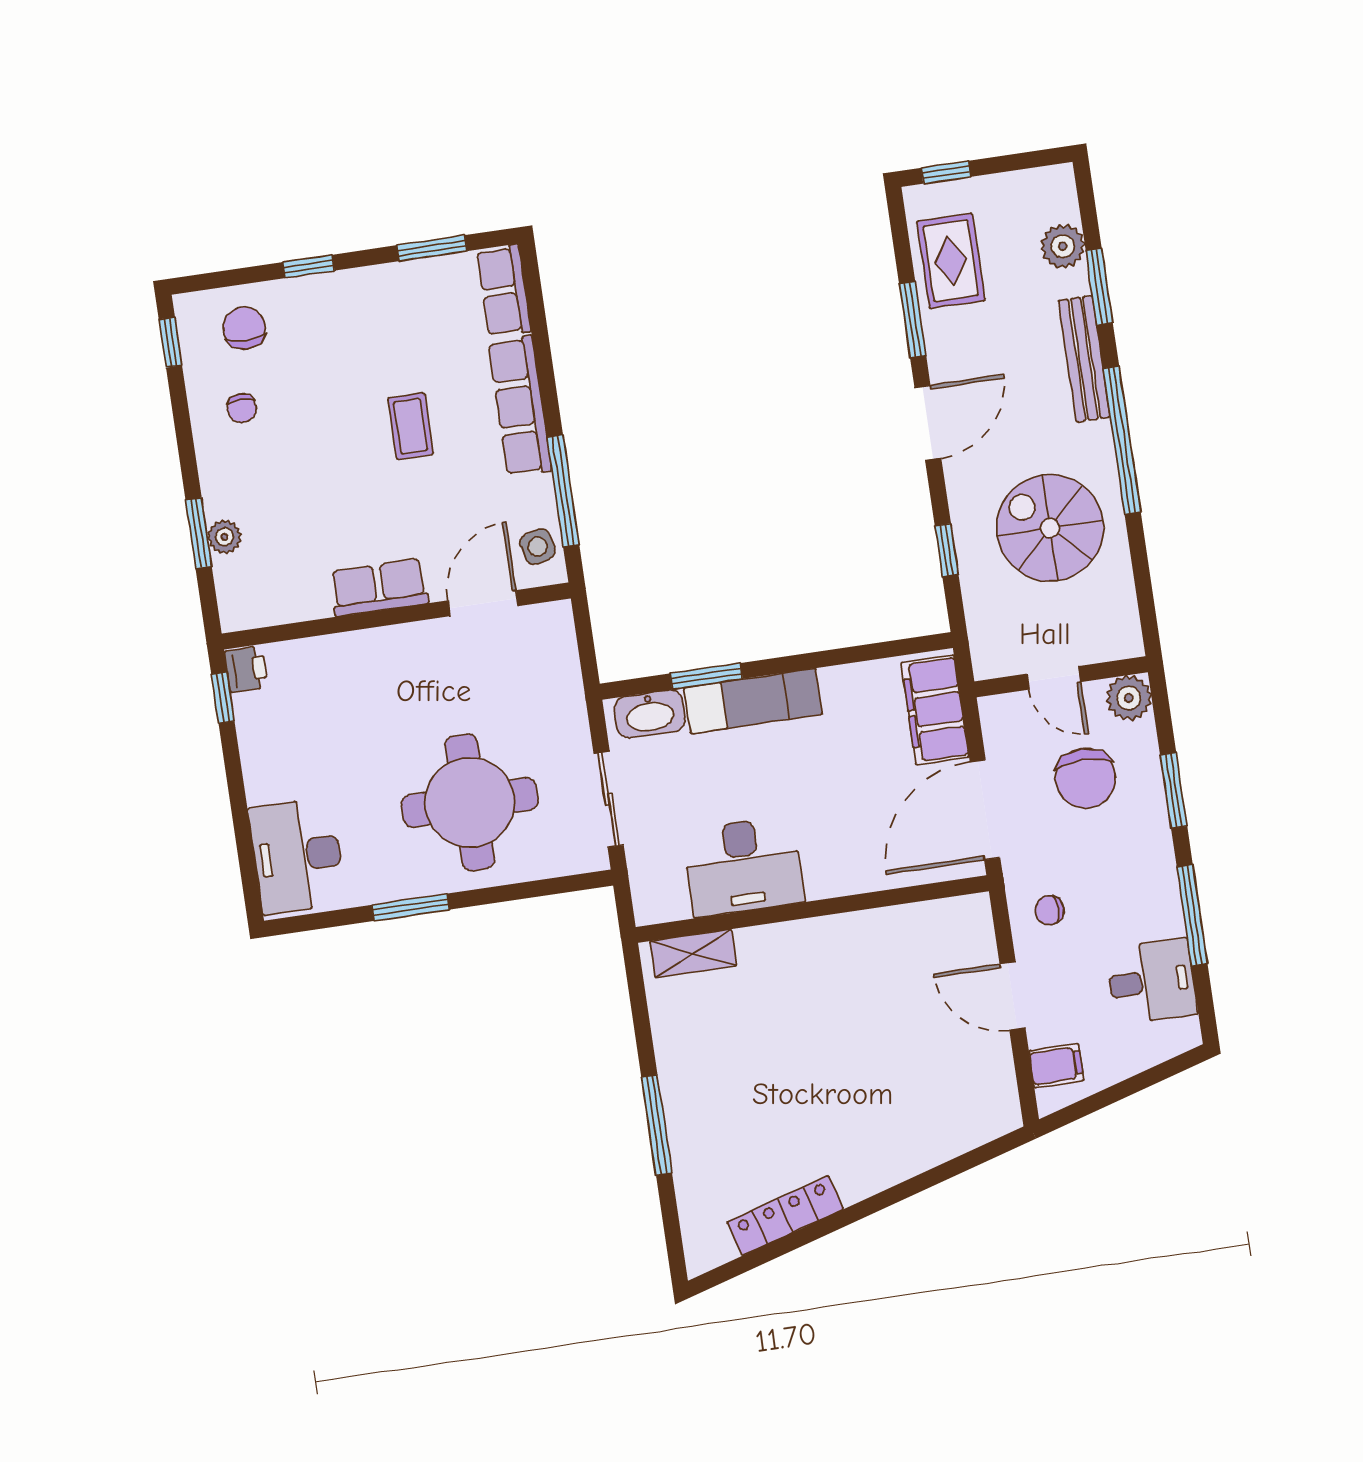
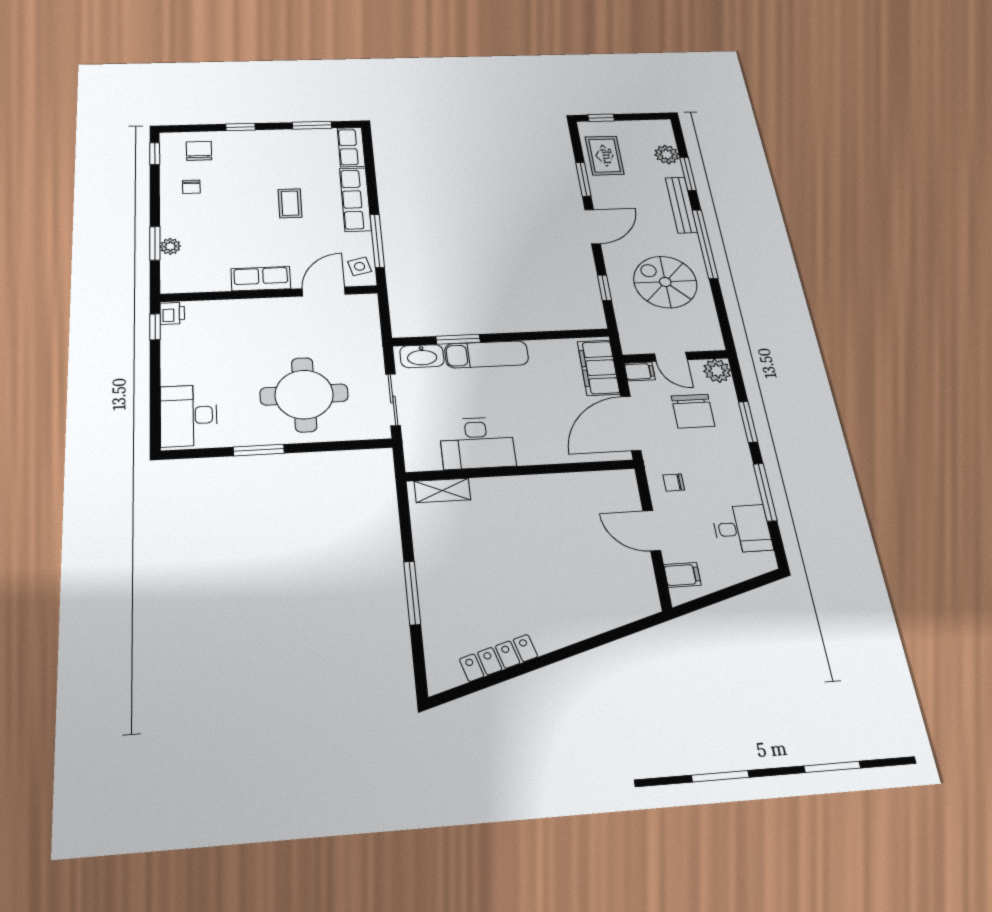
filing cabinet: (1002, 711) -> (640, 371), added

